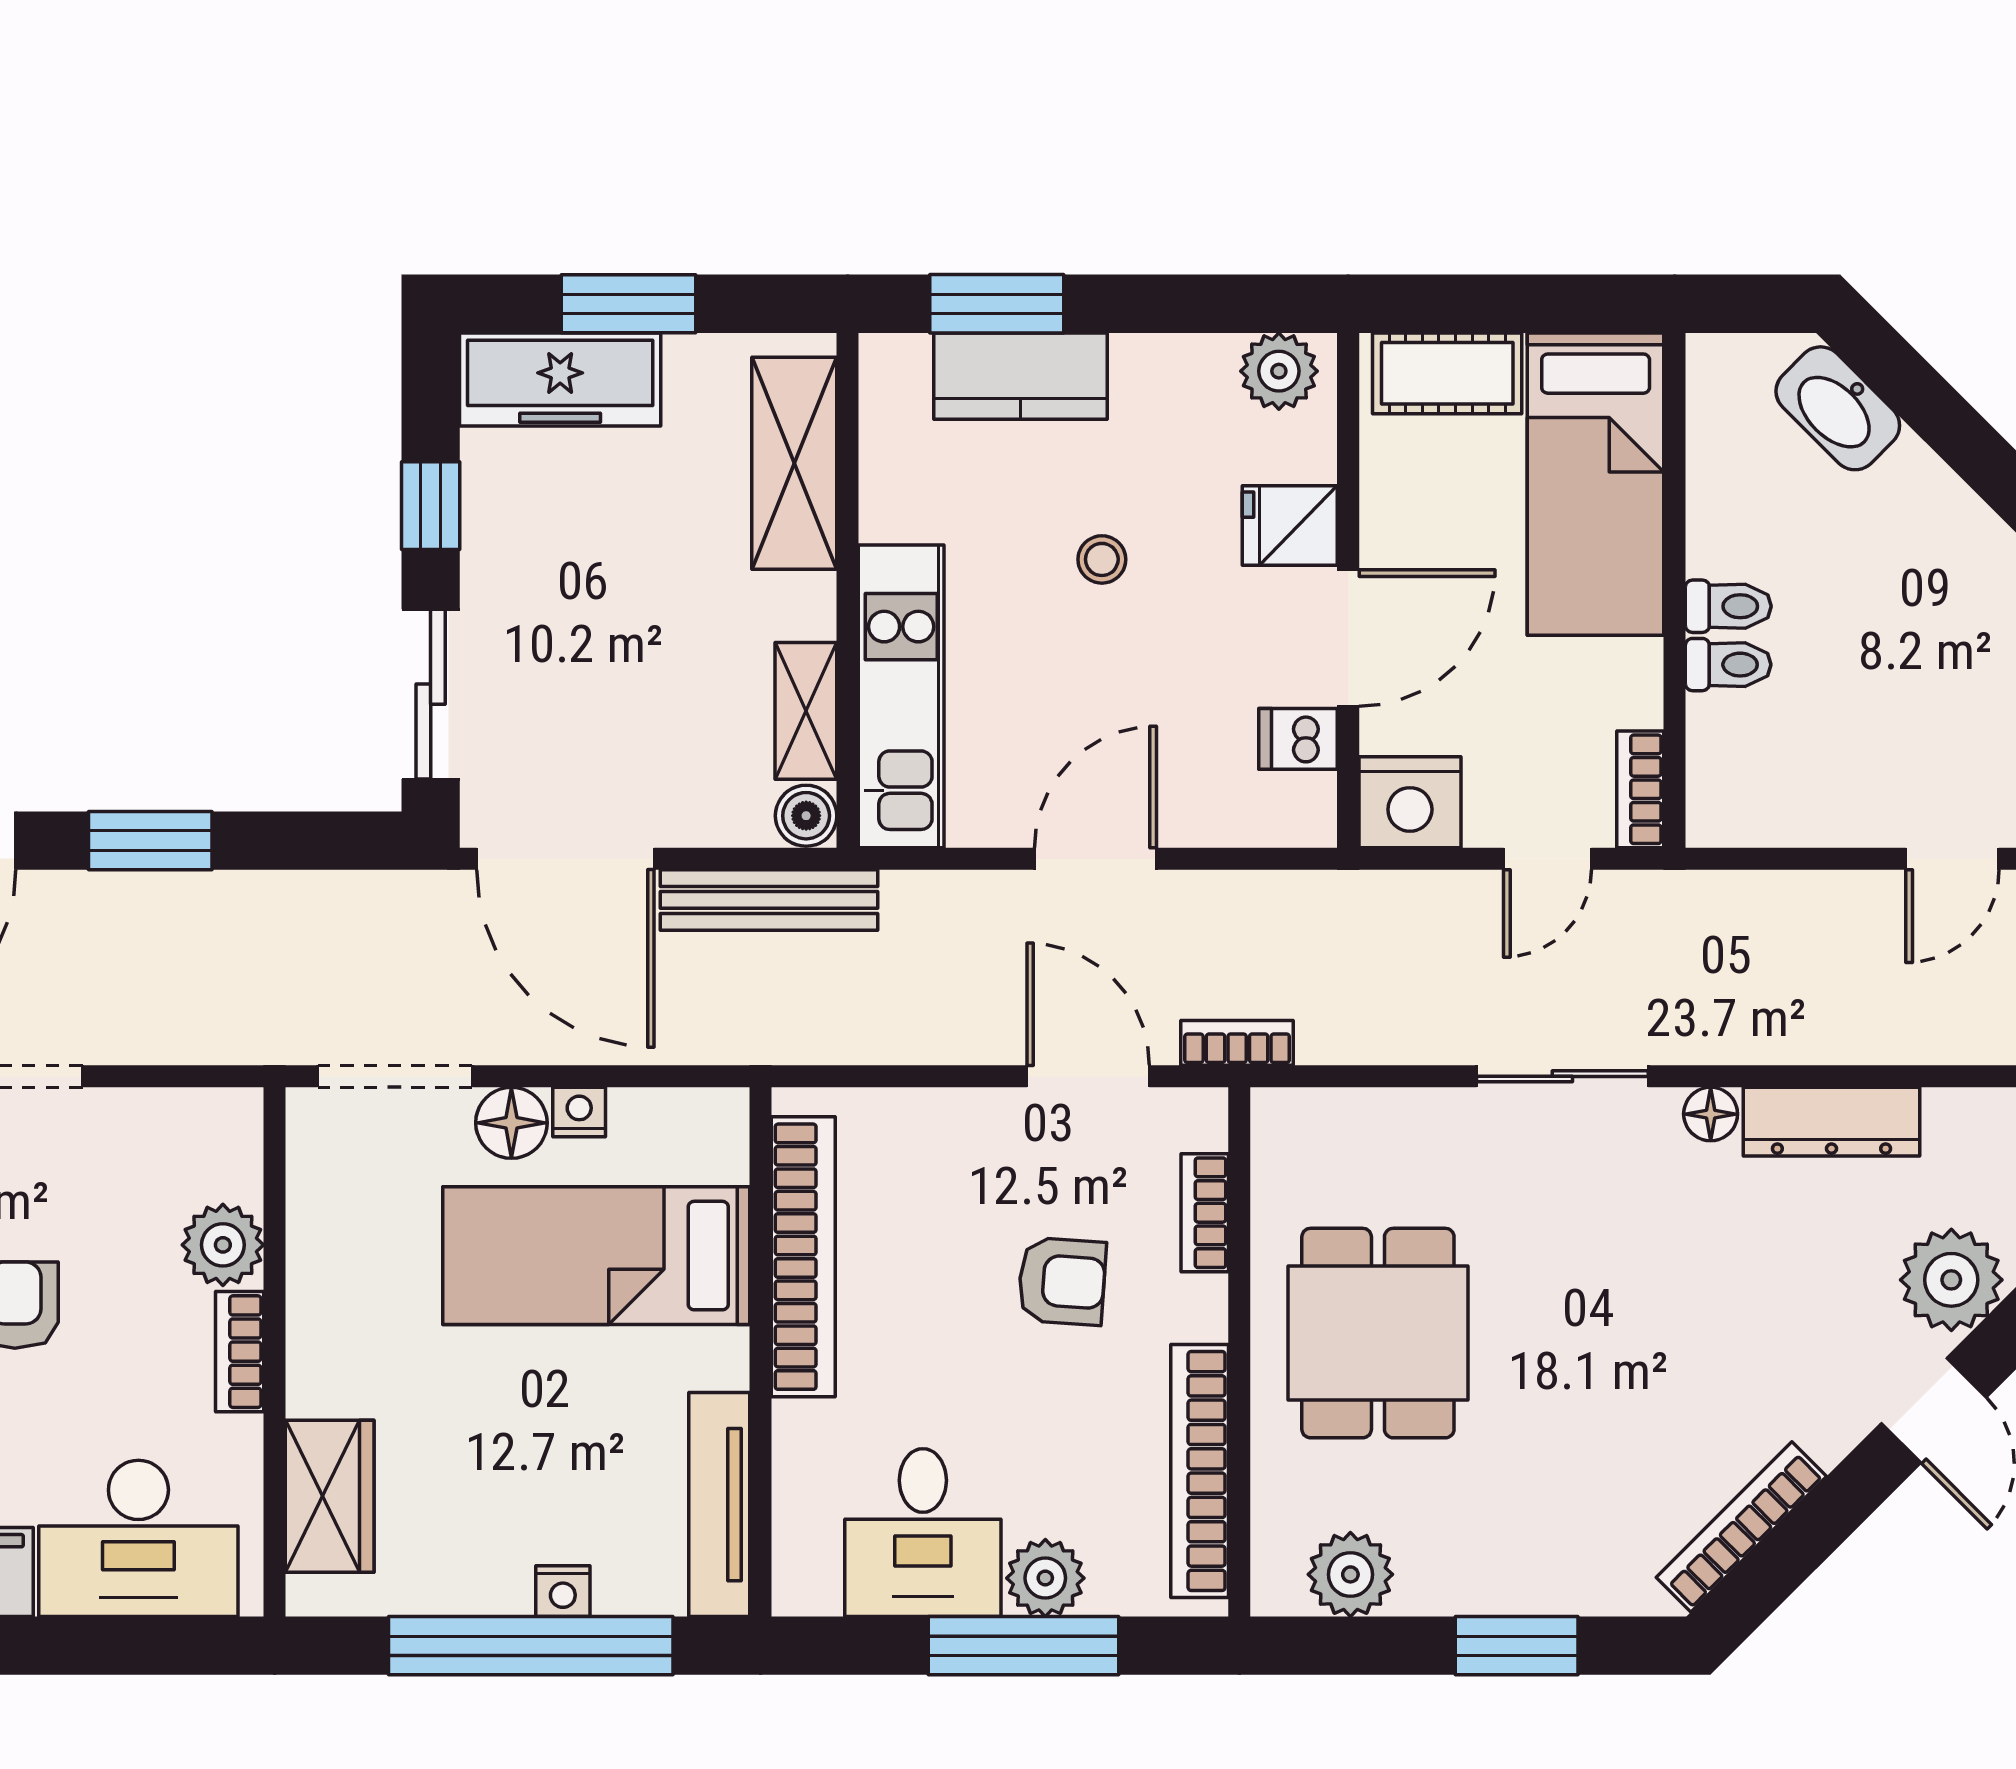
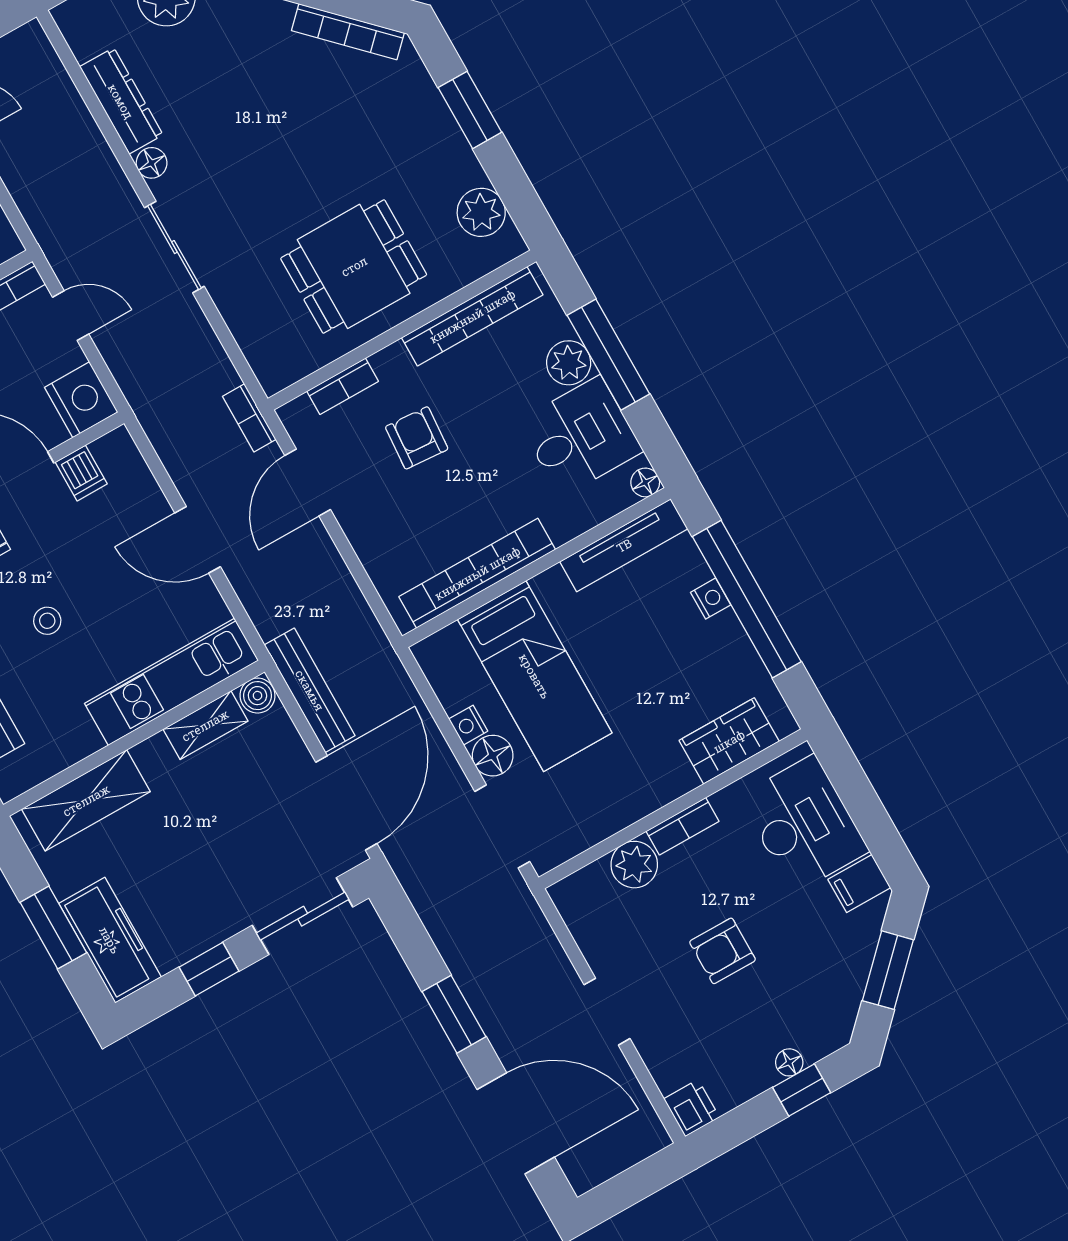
floor lamp: (797, 1592) -> (645, 482), added

